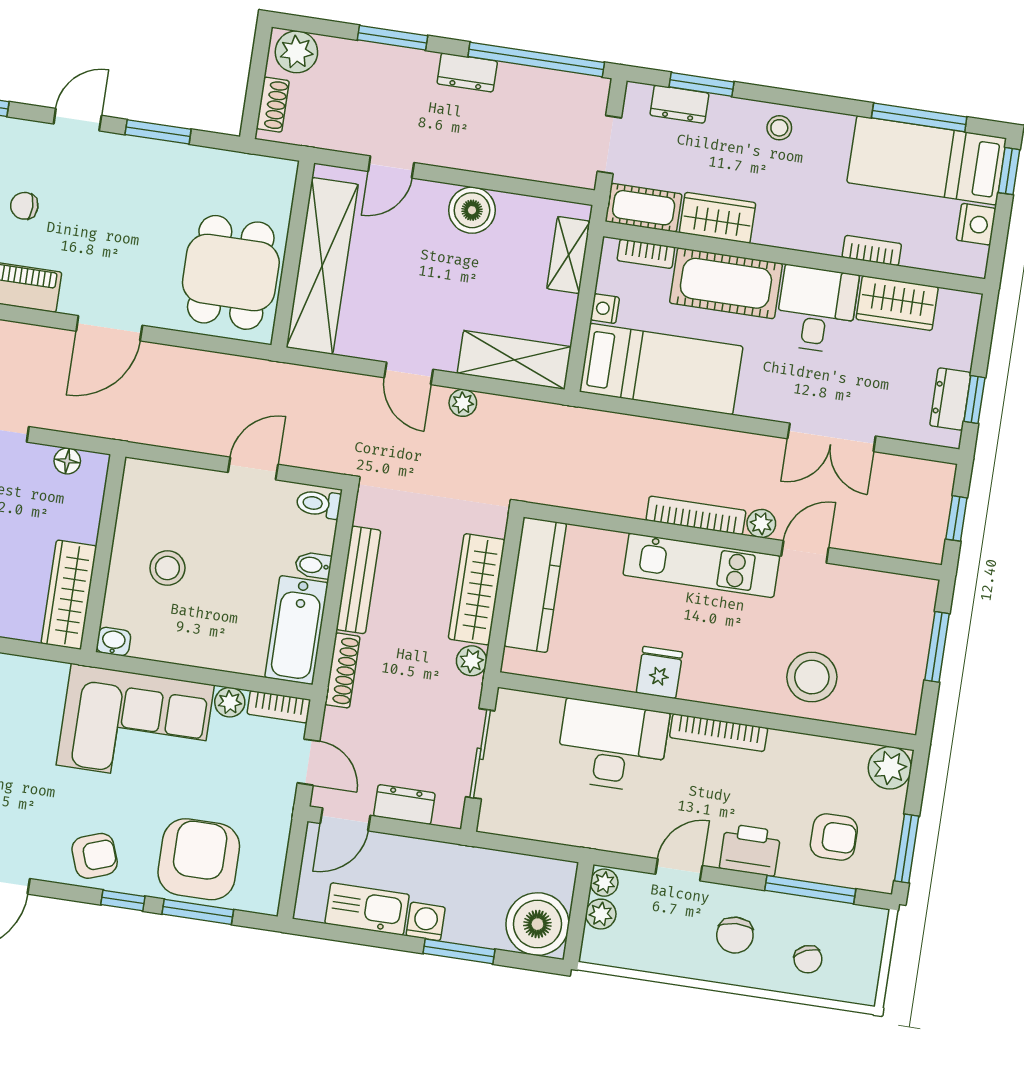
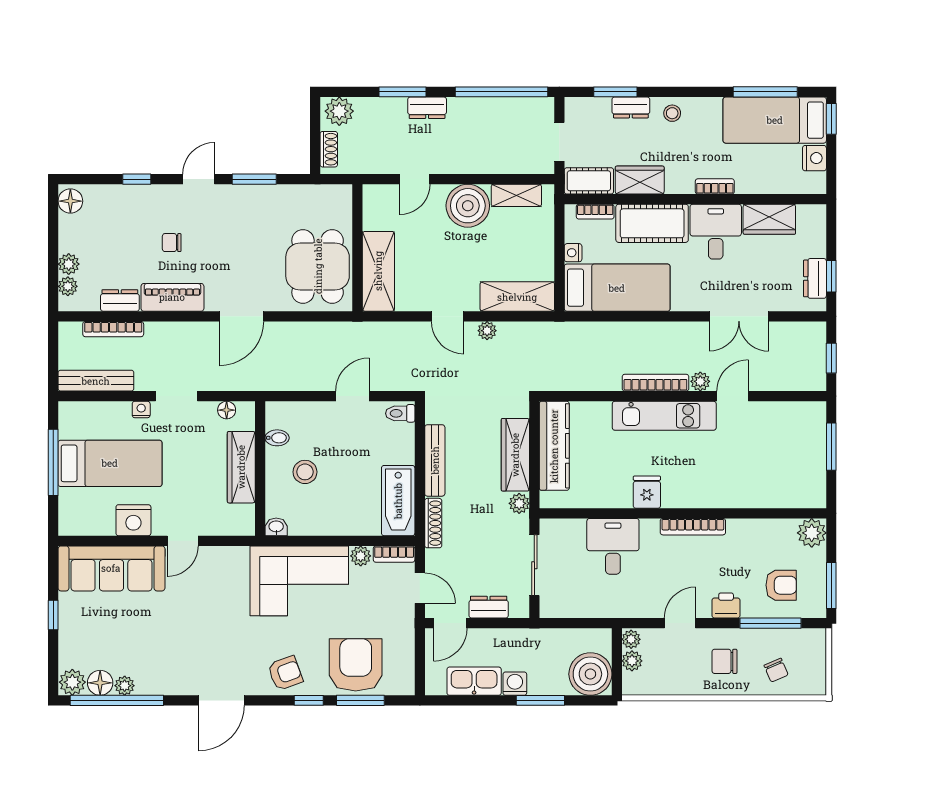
dresser: (467, 72) -> (427, 108), moved
dresser: (679, 104) -> (631, 107), moved
boiler: (472, 210) -> (468, 206), width x1.37, depth x1.37
bookcase: (872, 251) -> (715, 186), moved
shelving: (569, 255) -> (516, 195), moved, turned 90
shelving: (322, 266) -> (378, 271), width x0.68
bidet: (313, 565) -> (277, 438), moved, turned 180
wardrobe: (69, 595) -> (241, 467), moved
stool: (812, 677) -> (750, 480), removed
desk: (612, 746) -> (613, 546), width x0.73
printer: (750, 850) -> (726, 605), width x0.73, depth x0.81
chair: (735, 935) -> (724, 661), turned 92

